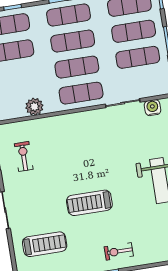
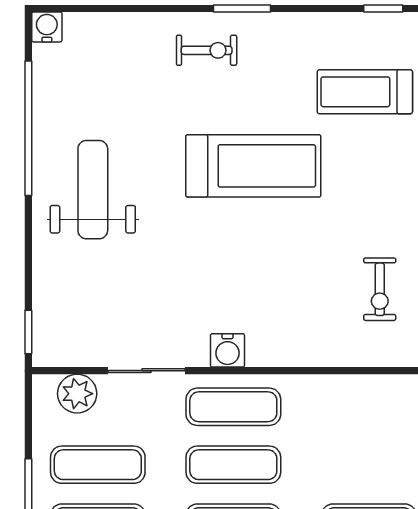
plant: (34, 107) -> (77, 394), moved
water cooler: (153, 108) -> (227, 350), moved
treadmill: (89, 203) -> (253, 166), width x1.37, depth x1.38

